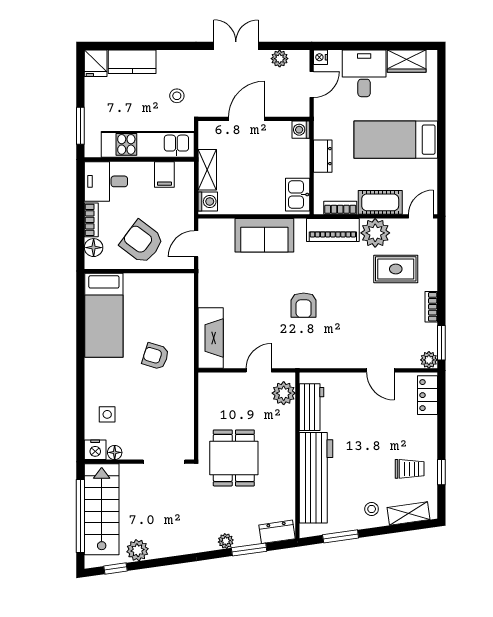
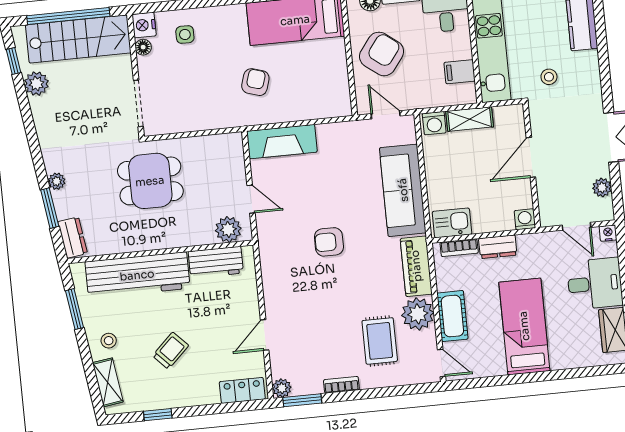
door: (247, 119) -> (531, 157), swing flipped
bookcase: (340, 208) -> (459, 248), moved, turned 90
sofa: (264, 235) -> (403, 190), width x1.36
trolley: (410, 469) -> (171, 351), moved, turned -134

